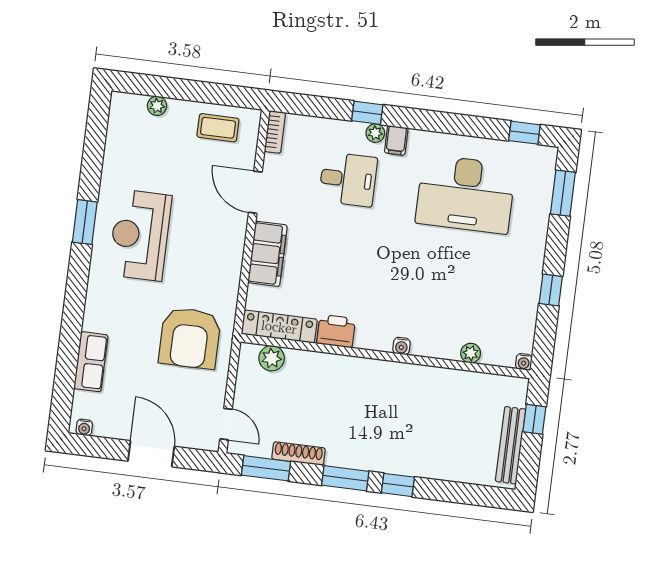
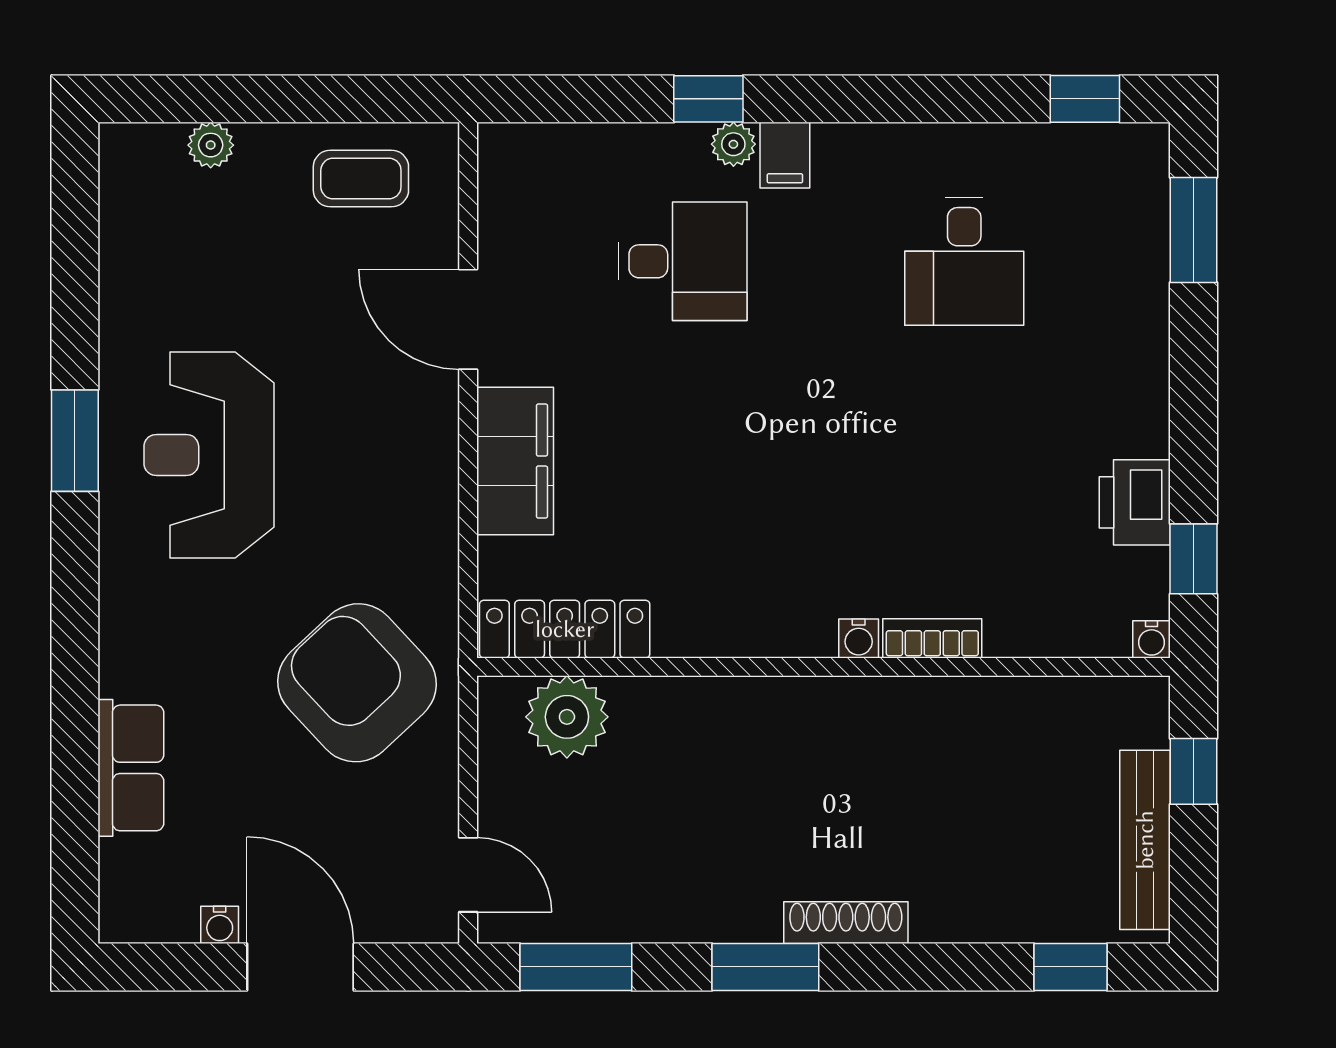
bookcase: (275, 132) -> (932, 638), moved, turned -90
desk: (466, 194) -> (964, 261), width x0.53, depth x0.77
window: (551, 290) -> (1194, 559), moved
printer: (336, 331) -> (1135, 502), moved, turned -90
armchair: (190, 338) -> (357, 683), turned 137
plant: (471, 353) -> (1024, 635), removed
plant: (272, 358) -> (567, 717), width x1.36, depth x1.36
water cooler: (84, 427) -> (220, 925), moved
shoe rack: (298, 454) -> (846, 923), moved
window: (398, 485) -> (1070, 967), moved

